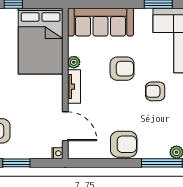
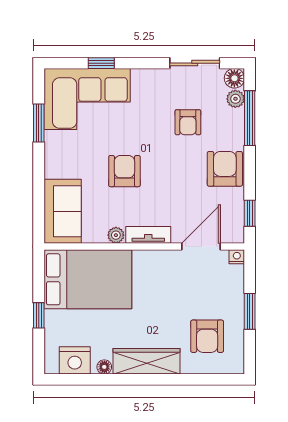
sofa: (100, 22) -> (63, 211), width x0.73
armchair: (155, 91) -> (188, 122), moved
window: (90, 163) -> (250, 213), added

